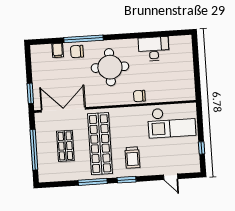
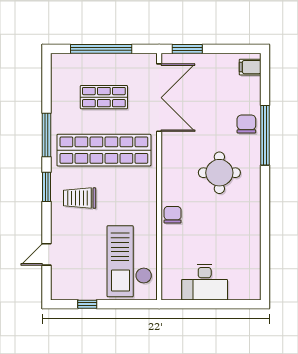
desk: (154, 49) -> (205, 282), moved, turned 90
filing cabinet: (58, 50) -> (250, 67), moved
round table: (110, 67) -> (219, 173), width x0.73, depth x0.73

